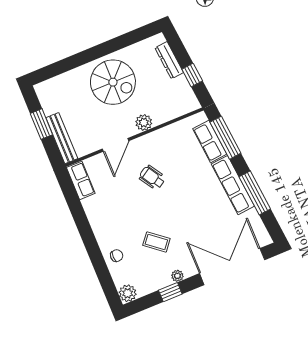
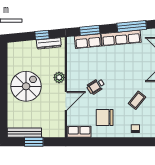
dresser: (169, 60) -> (49, 43), moved
bench: (62, 138) -> (24, 133), moved
window: (225, 138) -> (90, 30), width x0.69
door: (115, 145) -> (66, 101), hinge flipped
chair: (115, 207) -> (105, 118), added

